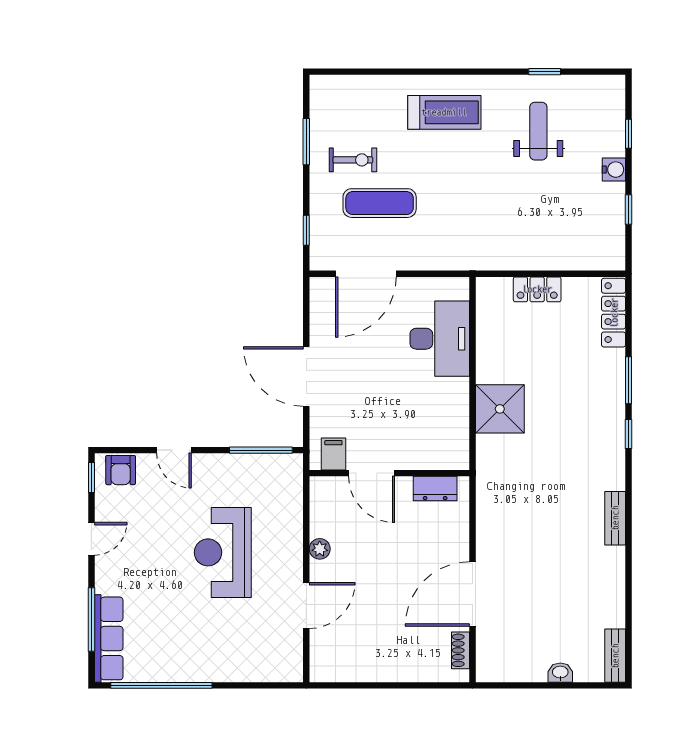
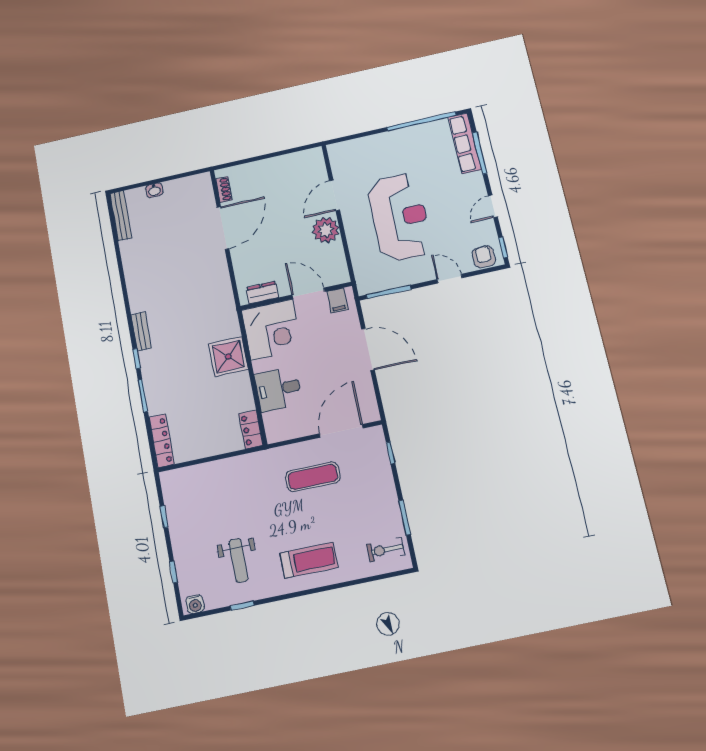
treadmill: (444, 112) -> (309, 560), turned 180
exercise bike: (353, 160) -> (386, 550), moved
water cooler: (614, 170) -> (195, 604), moved, turned -90
exercise mat: (380, 203) -> (313, 477), moved
locker: (537, 289) -> (251, 430), moved, turned -90
desk: (440, 339) -> (278, 389), width x0.73
corner desk: (432, 433) -> (272, 330), added
bench: (615, 518) -> (141, 332), moved
plant: (320, 549) -> (326, 230), width x1.87, depth x1.87
reception desk: (223, 552) -> (400, 217), width x1.36, depth x1.30
bench: (615, 656) -> (121, 216), width x1.36

